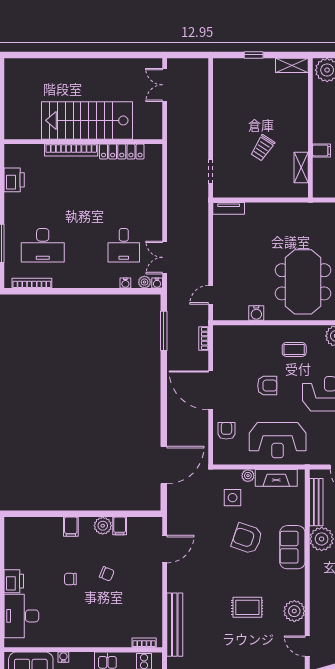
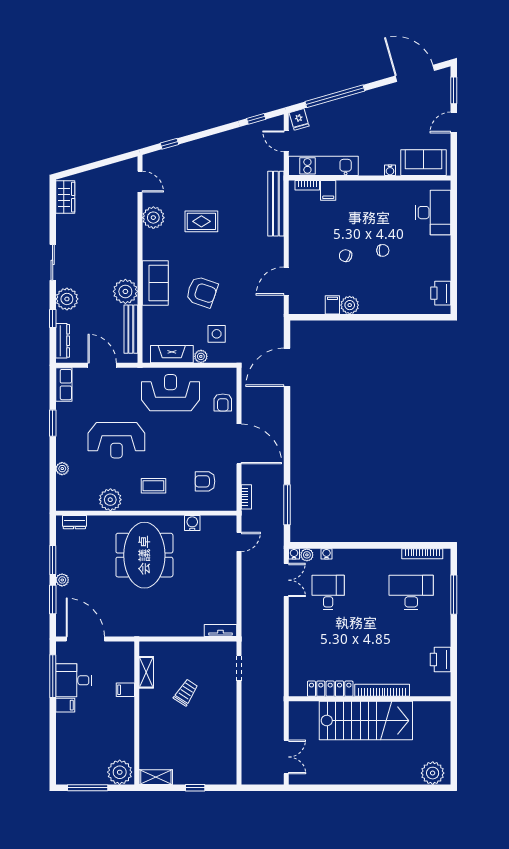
plant: (22, 69) -> (433, 773), added
armchair: (267, 386) -> (205, 481), moved
filing cabinet: (71, 527) -> (328, 190), moved, turned 180
printer: (14, 581) -> (441, 293), moved

